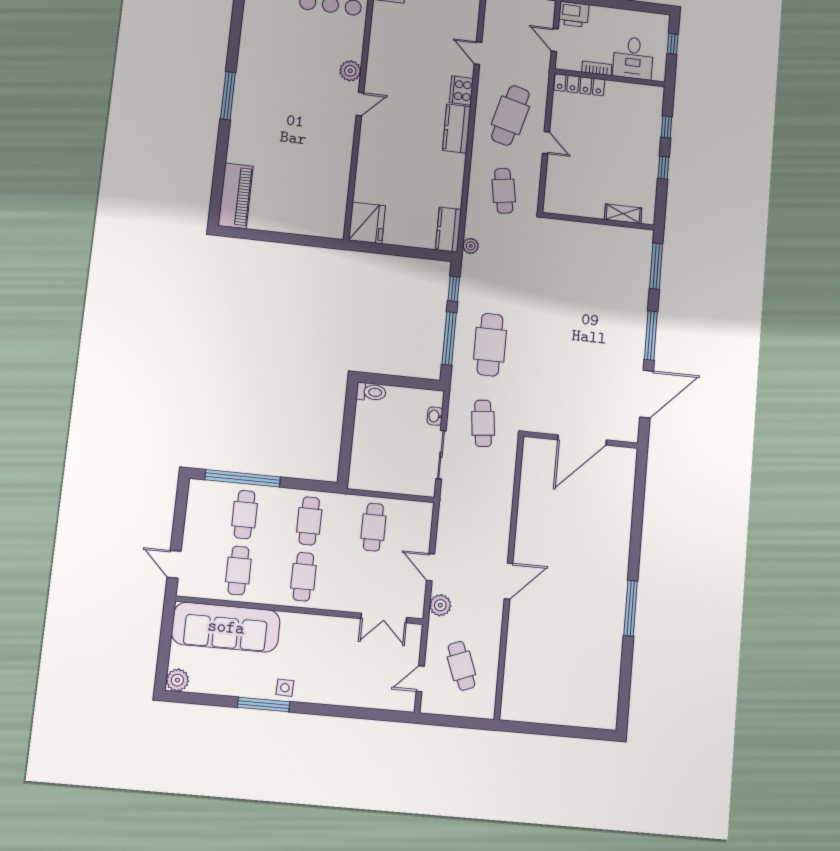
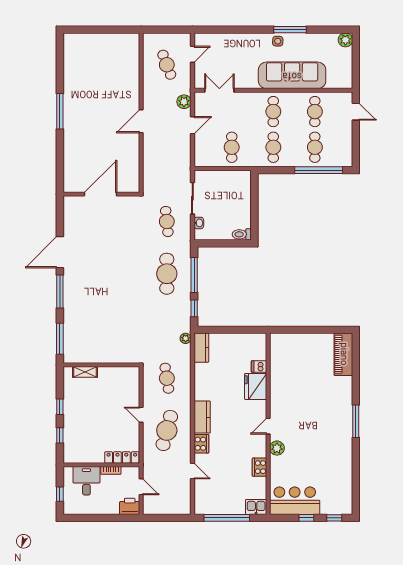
cooker: (379, 47) -> (260, 467), added
dishwasher: (365, 192) -> (259, 367), added
fridge: (367, 223) -> (256, 386), moved
wall: (581, 440) -> (101, 194), moved
door: (582, 440) -> (101, 194), moved
door: (431, 567) -> (192, 125), hinge flipped
sofa: (226, 627) -> (292, 75), moved

